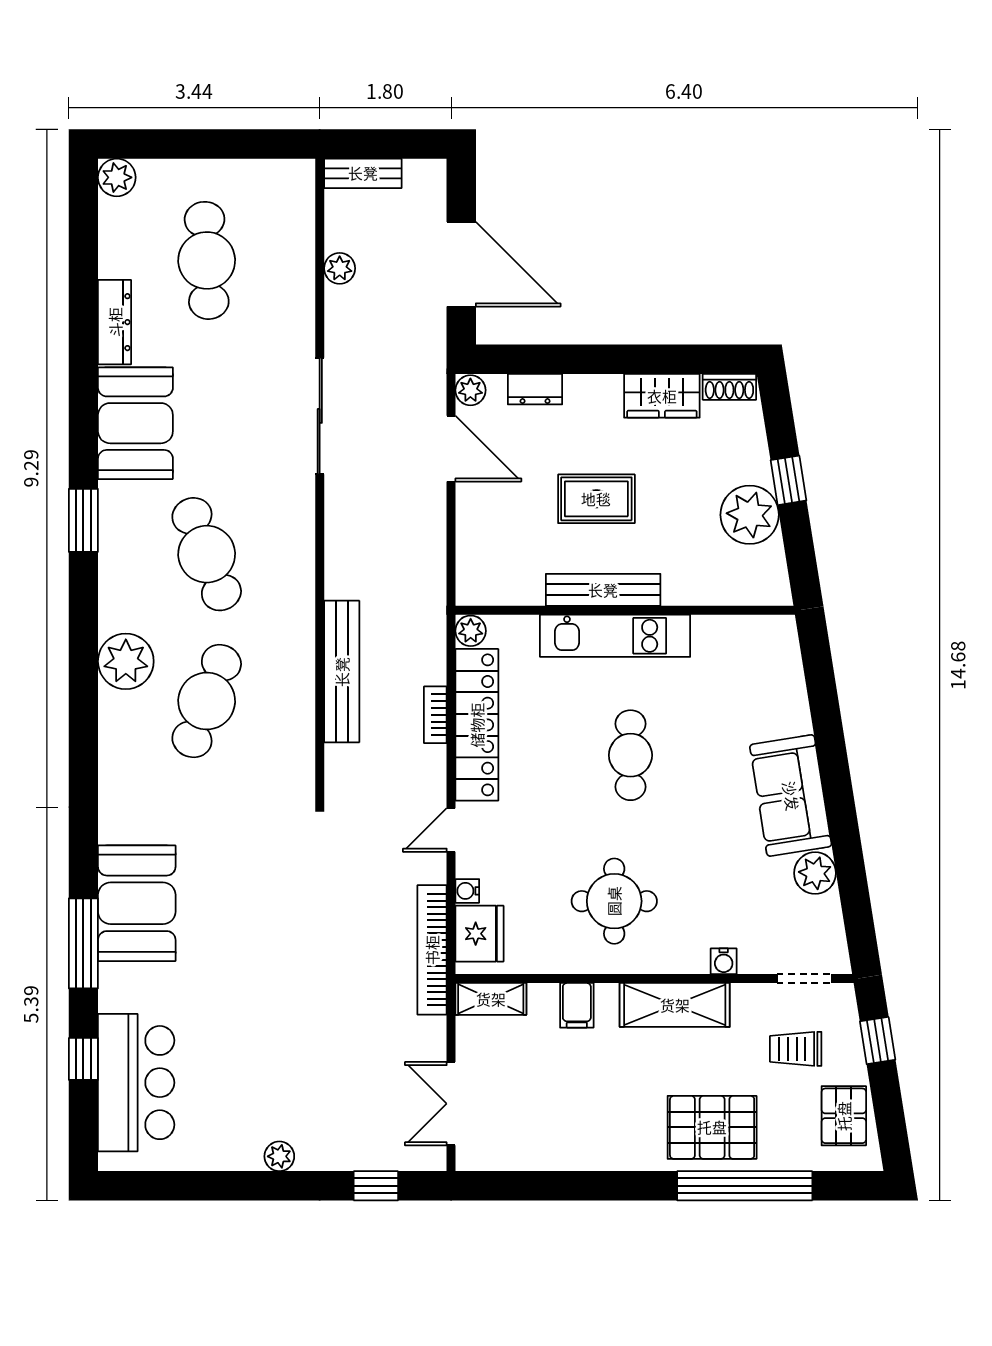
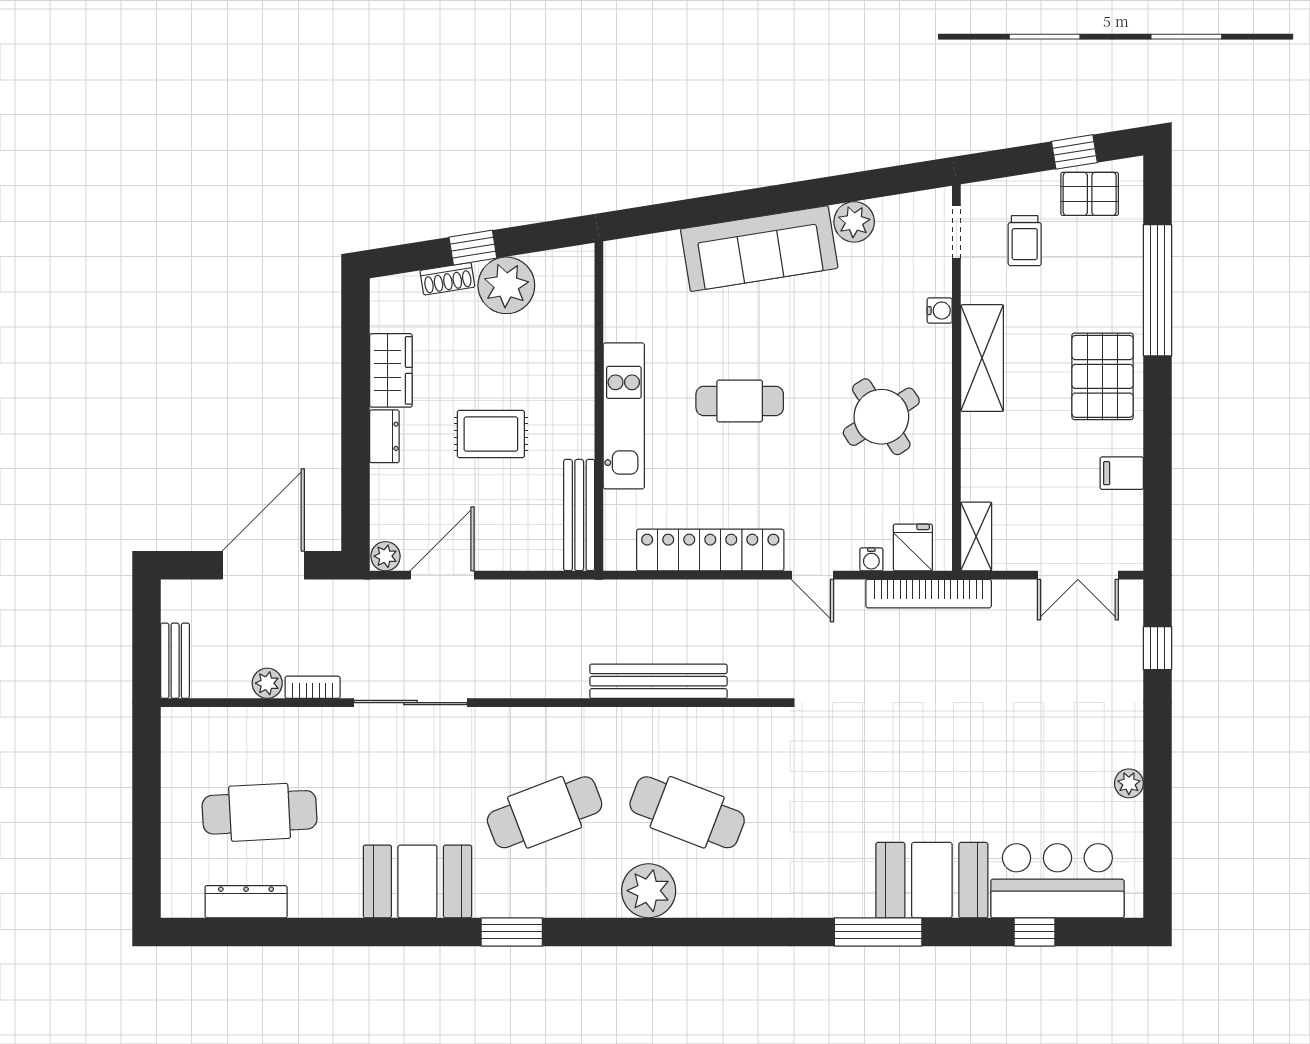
plant: (117, 177) -> (179, 899), removed
dresser: (115, 322) -> (246, 902), moved
shoe rack: (729, 387) -> (447, 279), moved, turned 81
dresser: (535, 389) -> (384, 436), moved
rug: (596, 499) -> (491, 434), turned 90
bench: (603, 590) -> (579, 515), moved
plant: (471, 631) -> (619, 556), removed
bookcase: (435, 715) -> (313, 687), moved, turned 180
sofa: (791, 796) -> (759, 249), width x1.36
round table: (614, 901) -> (881, 417), turned -33
booth: (137, 903) -> (932, 880), moved
fridge: (479, 934) -> (913, 547), width x0.72
window: (83, 943) -> (878, 932), moved
filing cabinet: (577, 1005) -> (1122, 473), moved, turned 180
window: (878, 1041) -> (1074, 152), moved
pallet: (712, 1127) -> (1103, 376), moved
plant: (279, 1156) -> (1129, 783), moved

